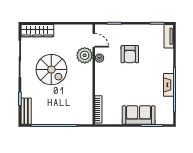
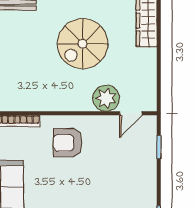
armchair: (130, 54) -> (68, 143), moved
plant: (99, 58) -> (102, 123), removed

